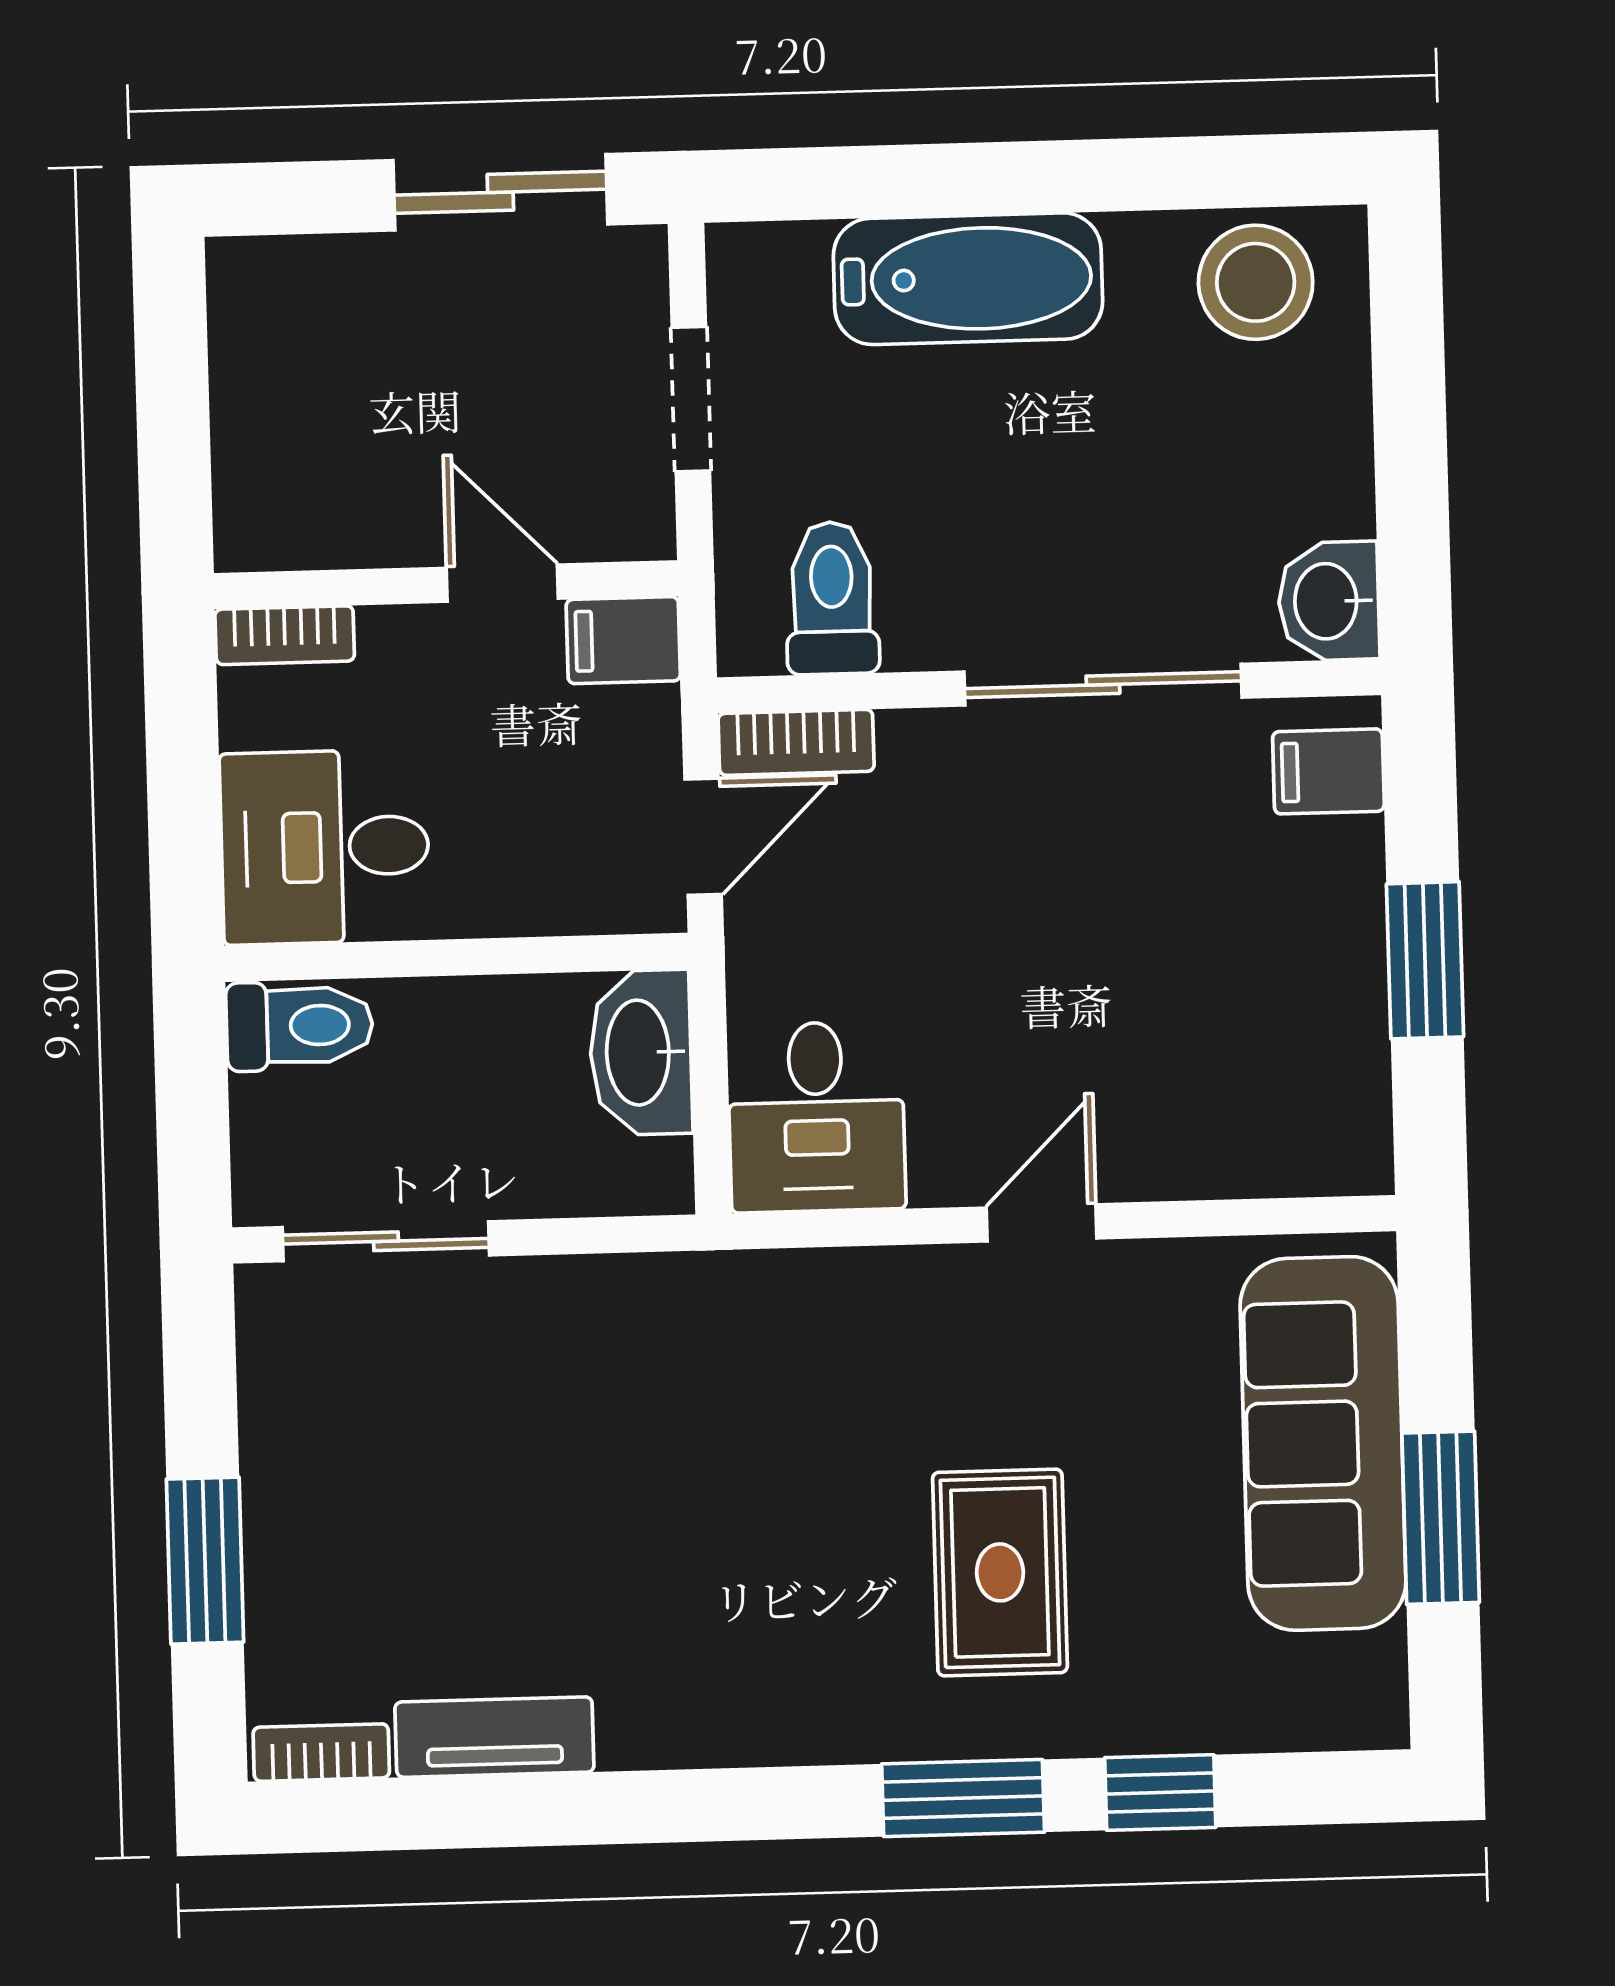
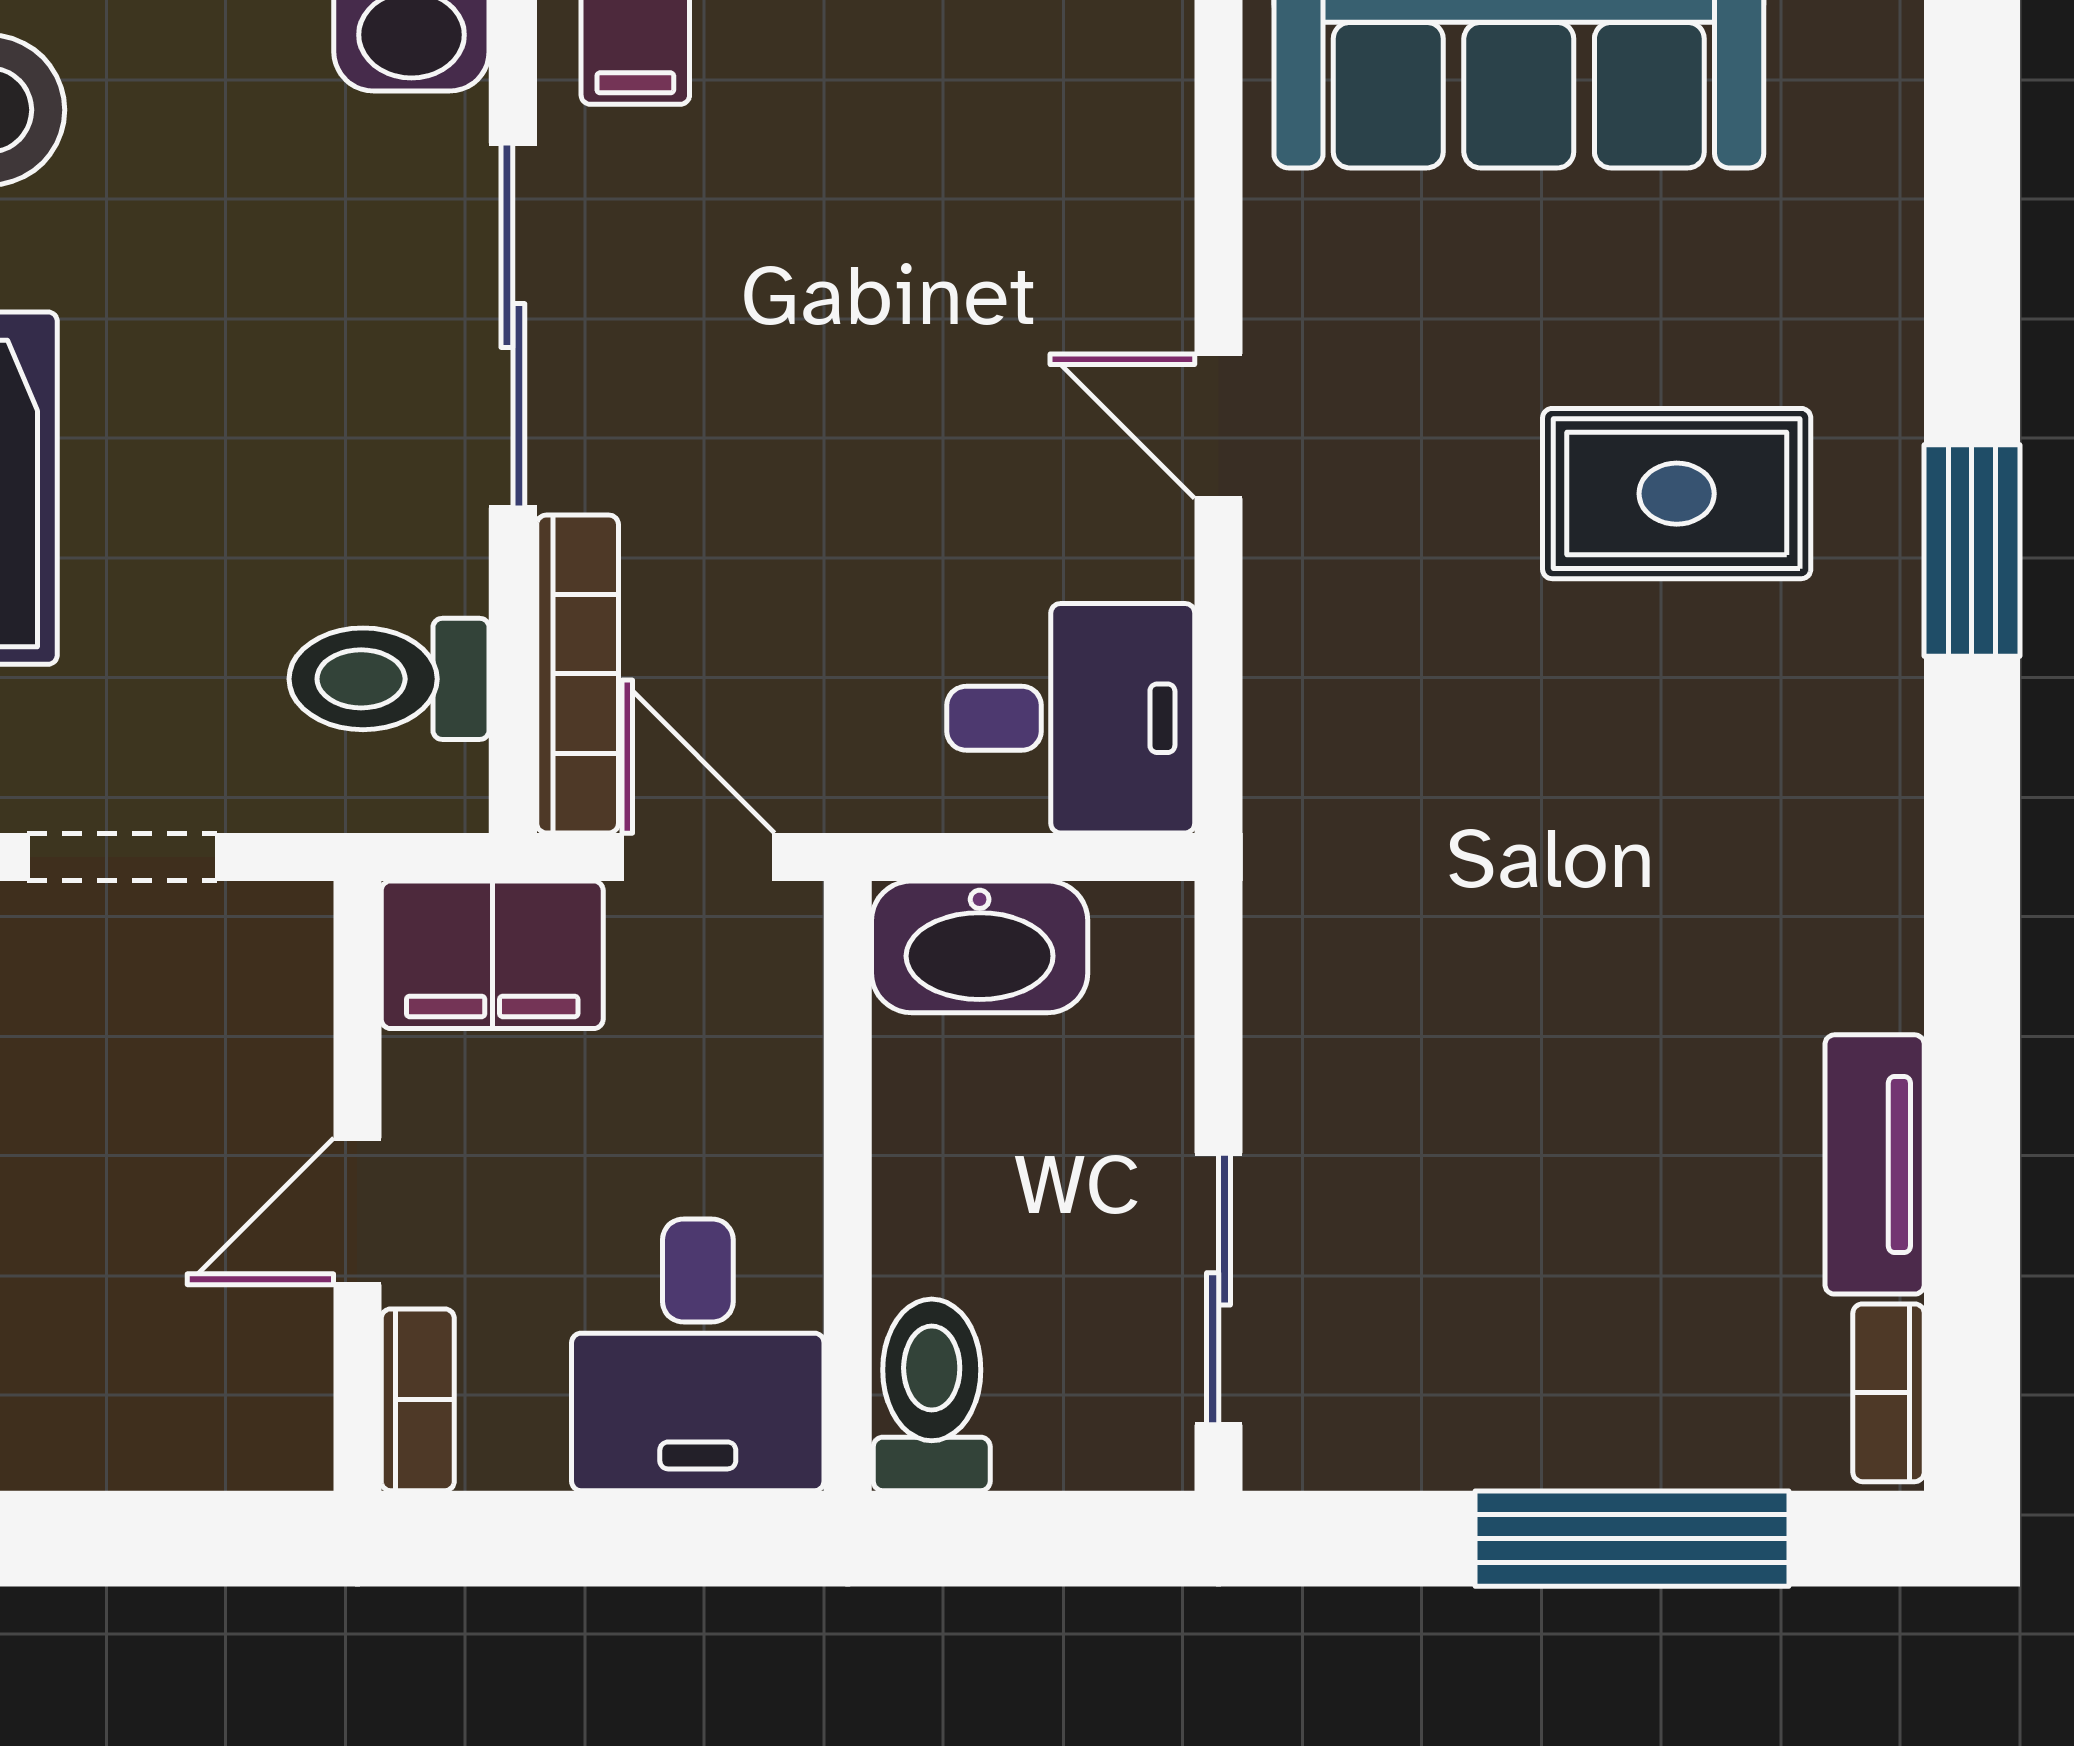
door: (502, 583) -> (357, 1211), moved
filing cabinet: (623, 640) -> (492, 955), width x2.00
bookcase: (796, 742) -> (578, 674), width x1.56
window: (205, 1561) -> (1632, 1539), width x1.44
window: (1160, 1793) -> (1972, 291), removed

